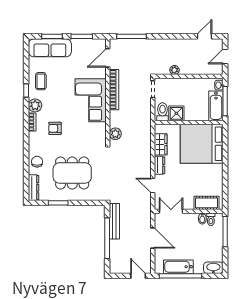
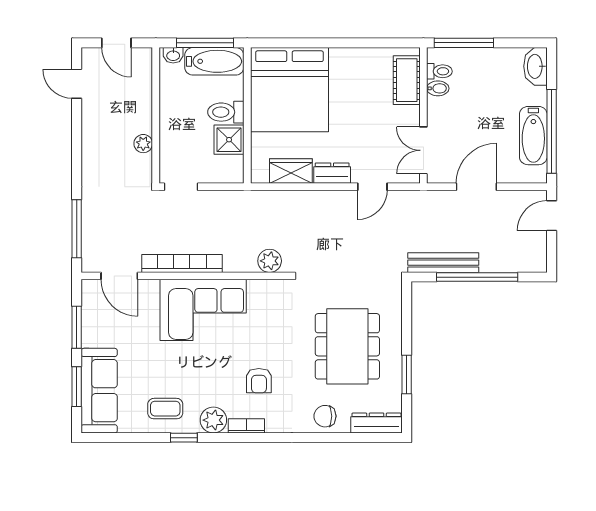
toilet: (163, 112) -> (226, 112), moved

